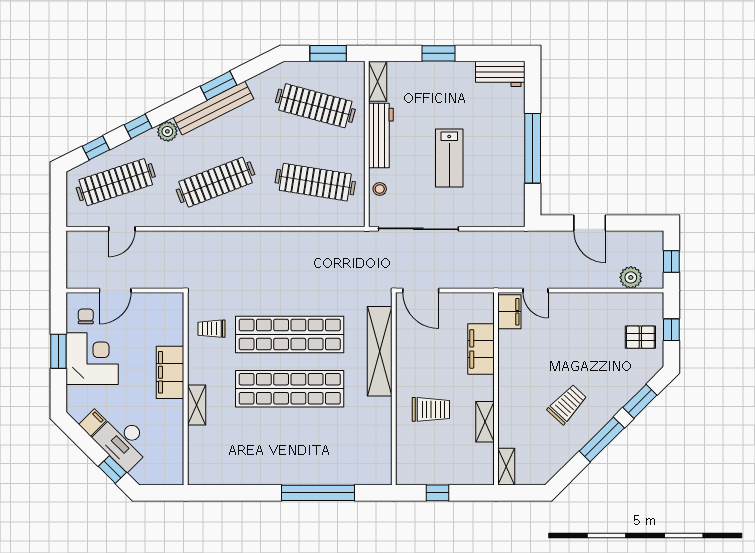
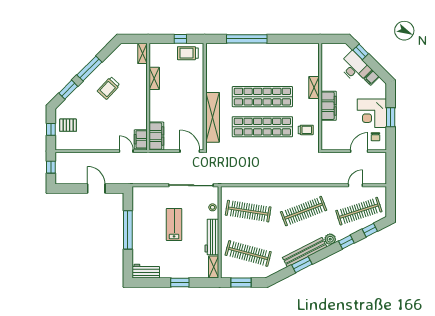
plant: (631, 277) -> (73, 158), removed
filing cabinet: (481, 349) -> (156, 136), moved
trolley: (431, 409) -> (188, 53), moved

